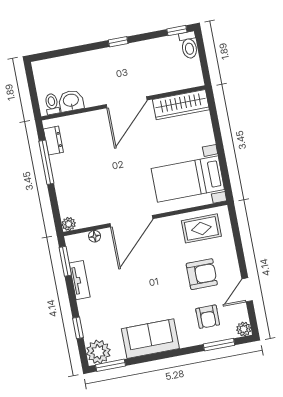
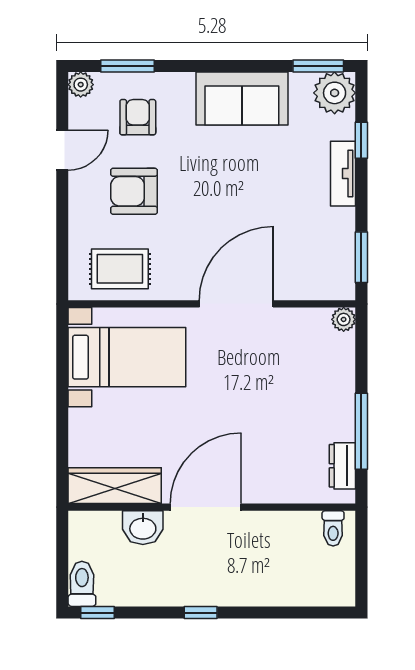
washbasin: (71, 101) -> (143, 528), moved
floor lamp: (95, 236) -> (304, 290), removed
tv unit: (80, 280) -> (343, 174), moved

